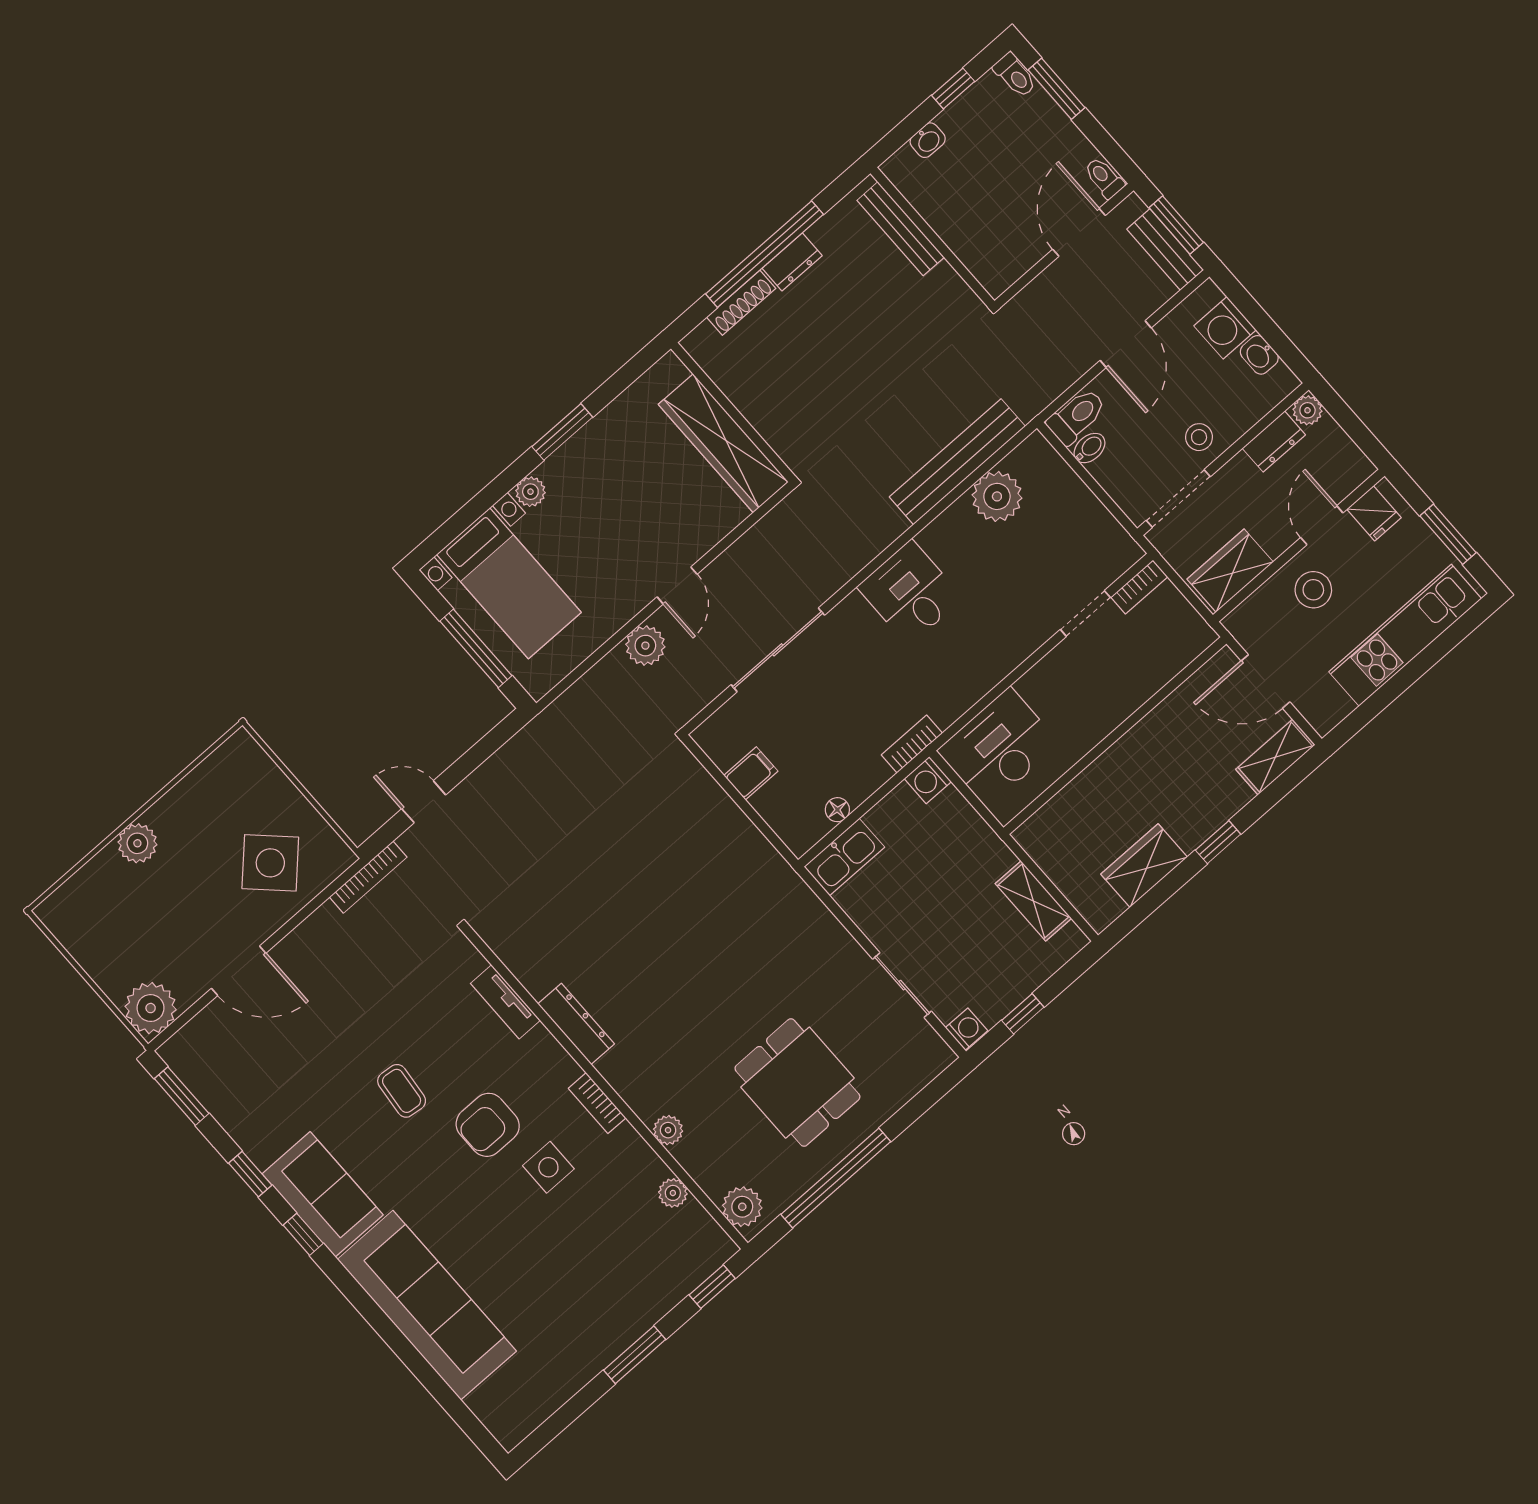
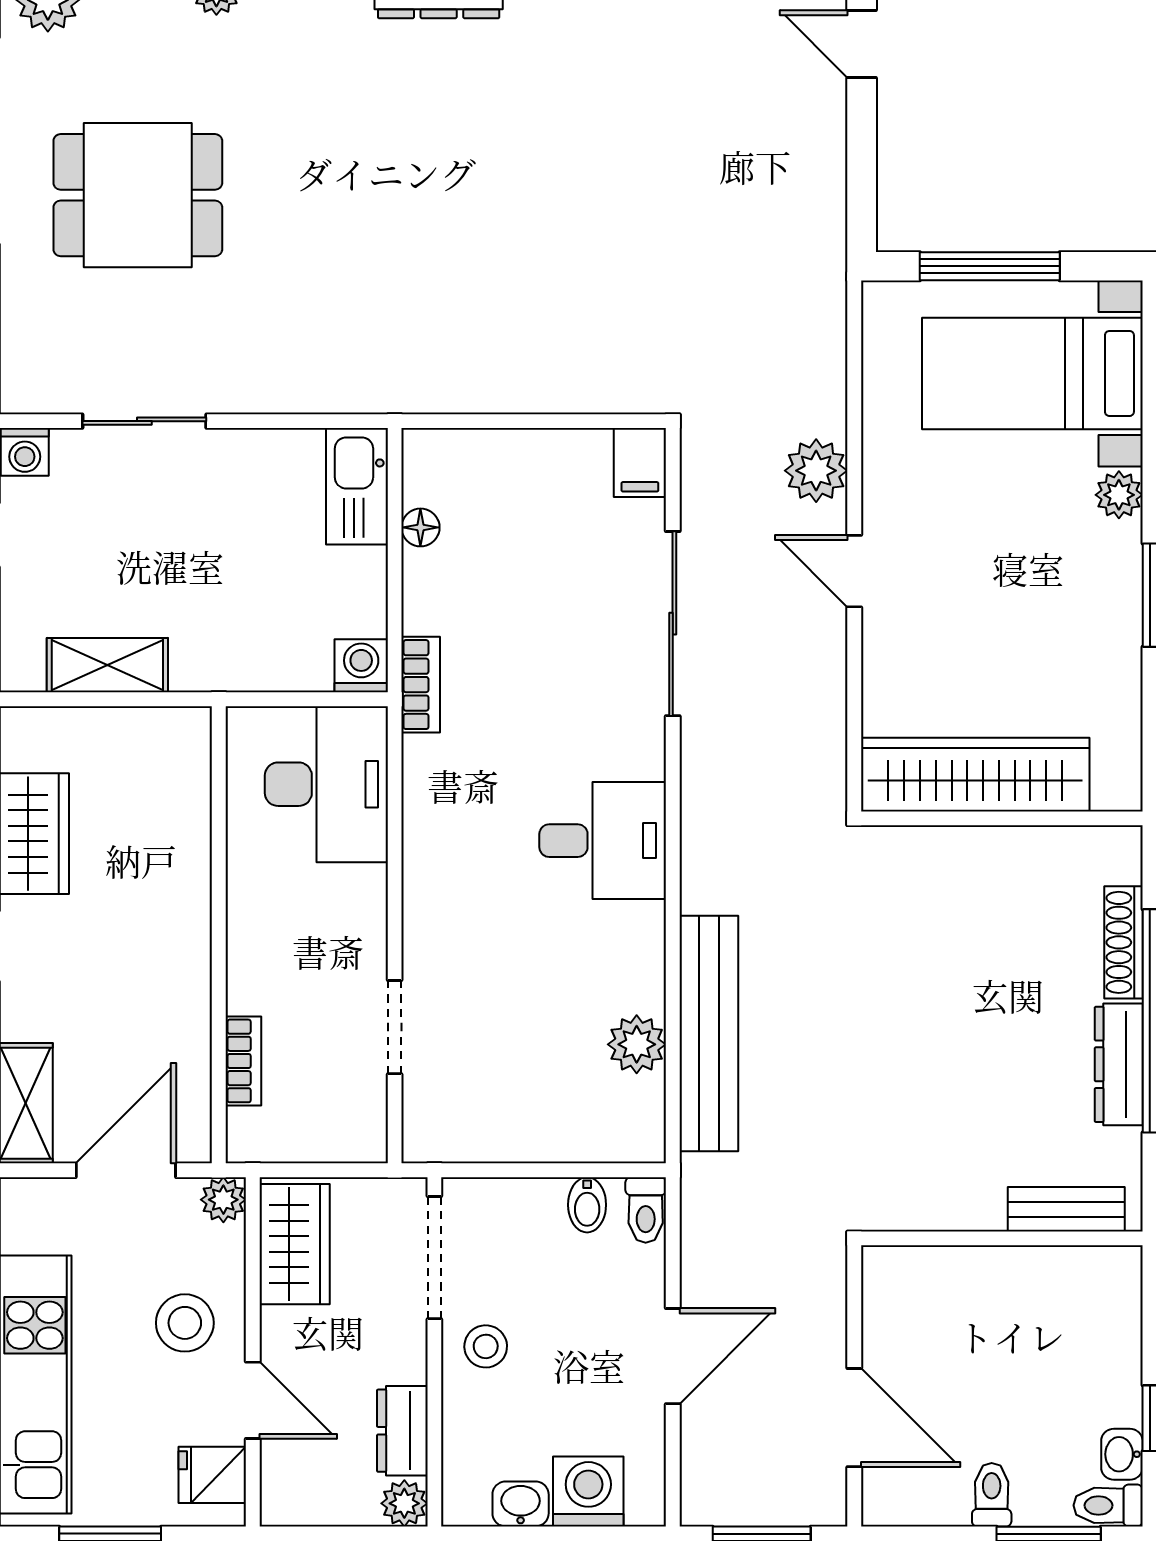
washbasin: (928, 140) -> (1122, 1454), moved
toilet: (1104, 178) -> (992, 1495), moved, turned -90
bench: (901, 229) -> (1066, 1209), width x0.73
bench: (1165, 250) -> (744, 1502), removed
dresser: (792, 262) -> (1119, 1064), width x1.44
door: (1126, 344) -> (673, 1356), swing flipped
toilet: (1077, 416) -> (646, 1210), width x0.73, depth x0.72
plant: (997, 496) -> (637, 1044), width x0.73, depth x0.73
bookcase: (1139, 587) -> (243, 1061), moved, turned 180
plant: (1239, 623) -> (223, 1200), added
filing cabinet: (751, 773) -> (640, 463), moved
door: (424, 802) -> (862, 44), swing flipped

